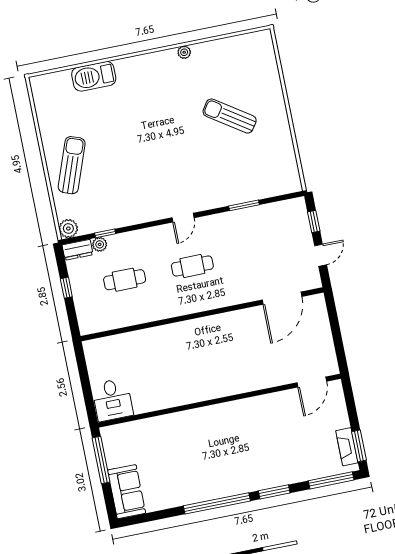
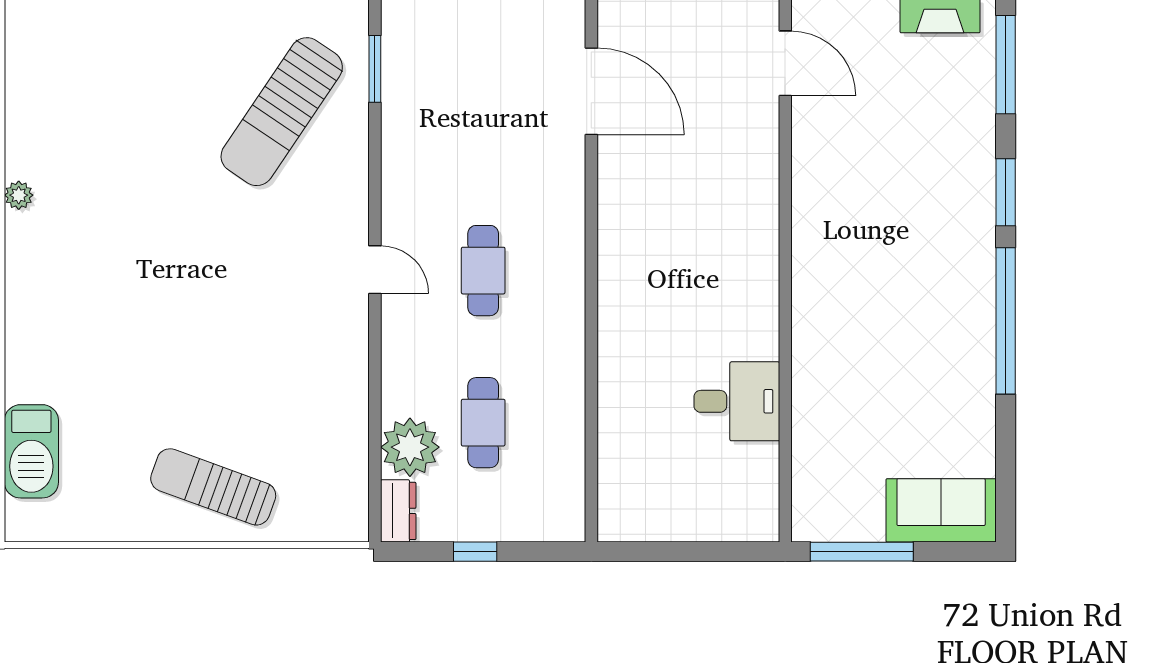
barbecue: (94, 76) -> (31, 451), moved
sun lounger: (230, 116) -> (282, 112), moved, width x1.36, depth x1.34
window: (244, 205) -> (375, 69), moved
plant: (68, 229) -> (348, 522), removed
window: (105, 233) -> (375, 444), removed
plant: (100, 244) -> (410, 447), width x1.87, depth x1.87
desk: (112, 400) -> (737, 401), moved

